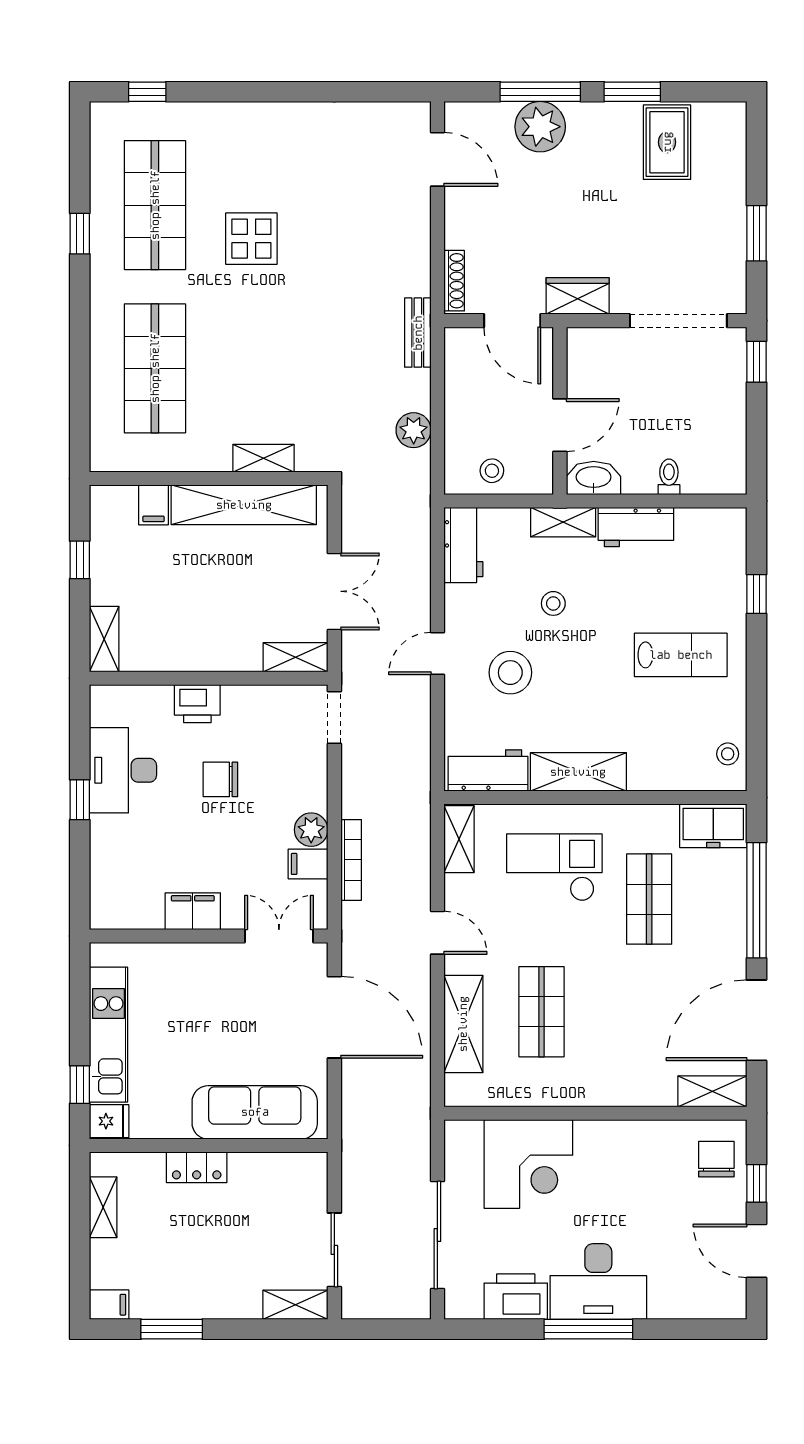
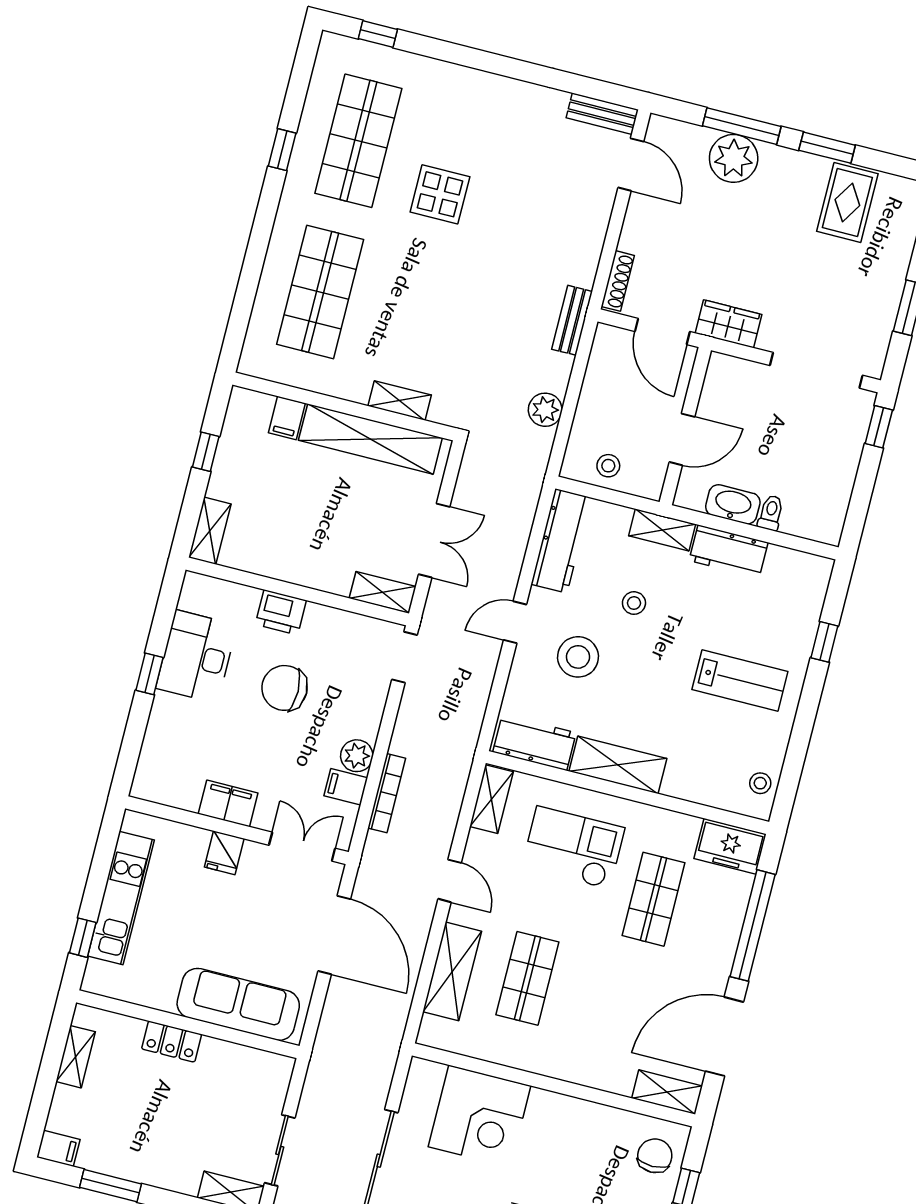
bench: (395, 115) -> (602, 114), added
washbasin: (594, 478) -> (733, 504), moved
workbench: (463, 545) -> (561, 541), width x1.38
chair: (220, 779) -> (285, 688), width x1.37, depth x1.37
fridge: (109, 1121) -> (224, 853), moved, turned 90

